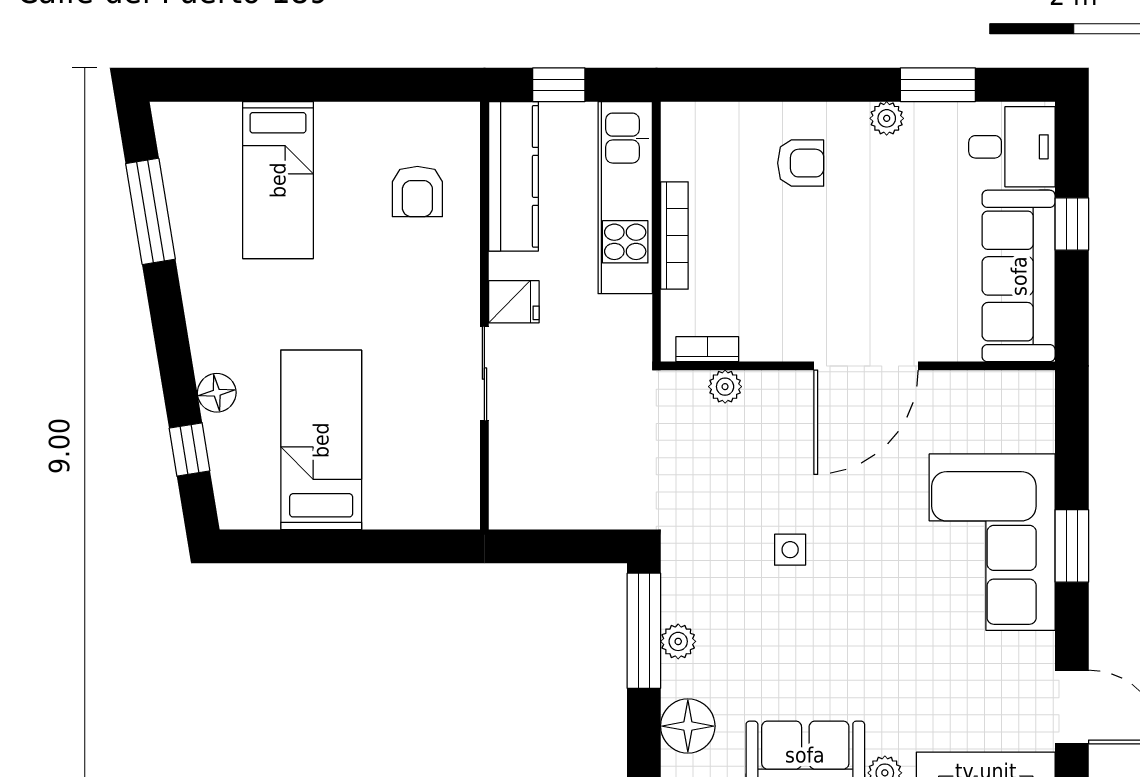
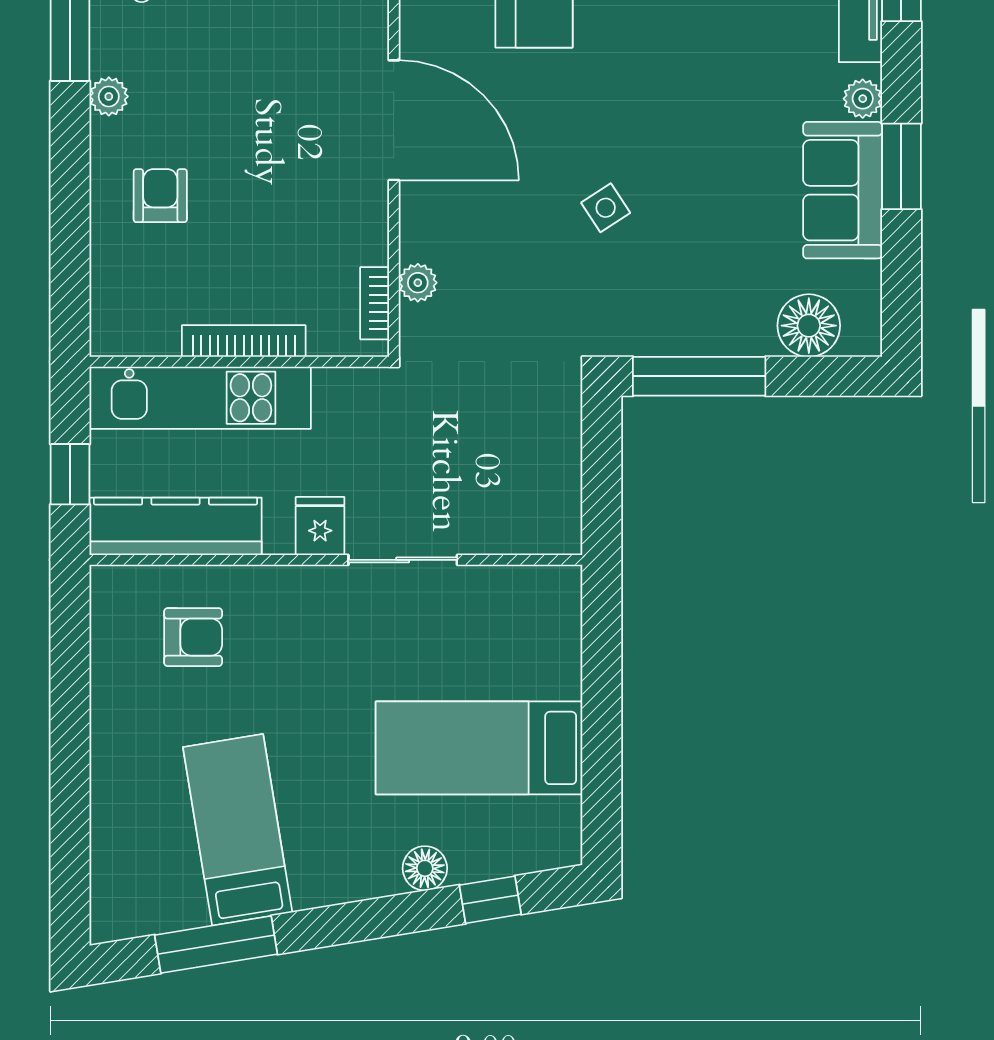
bed: (278, 180) -> (238, 830), moved, turned -99
side table: (790, 550) -> (606, 208), turned -33
plant: (678, 641) -> (711, 337), removed

